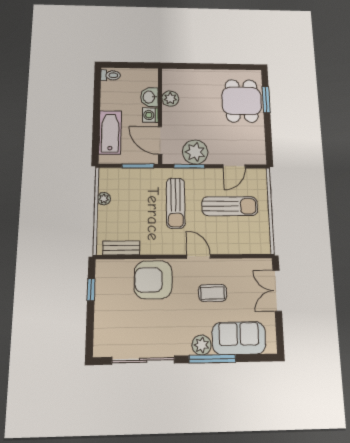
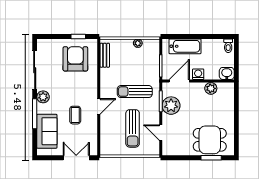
washbasin: (149, 97) -> (227, 73), moved
armchair: (153, 280) -> (75, 59), moved
plant: (202, 345) -> (43, 97), moved

